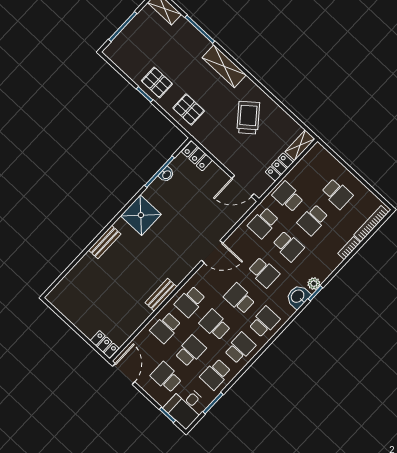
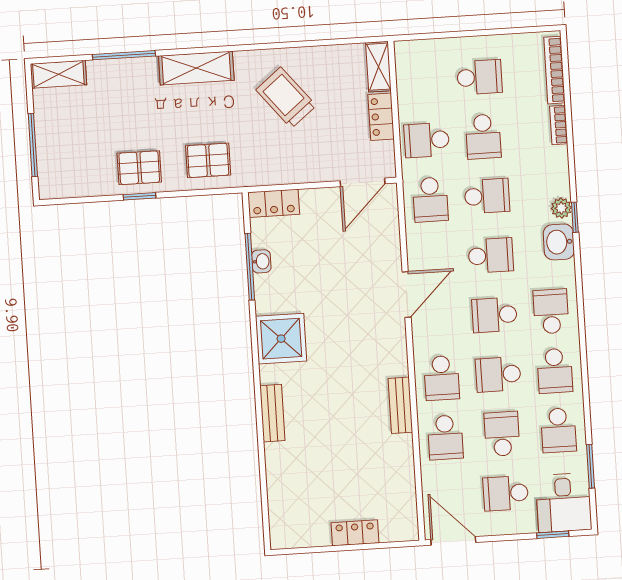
locker: (104, 344) -> (355, 533), moved
school desk: (240, 348) -> (555, 371), turned 180

